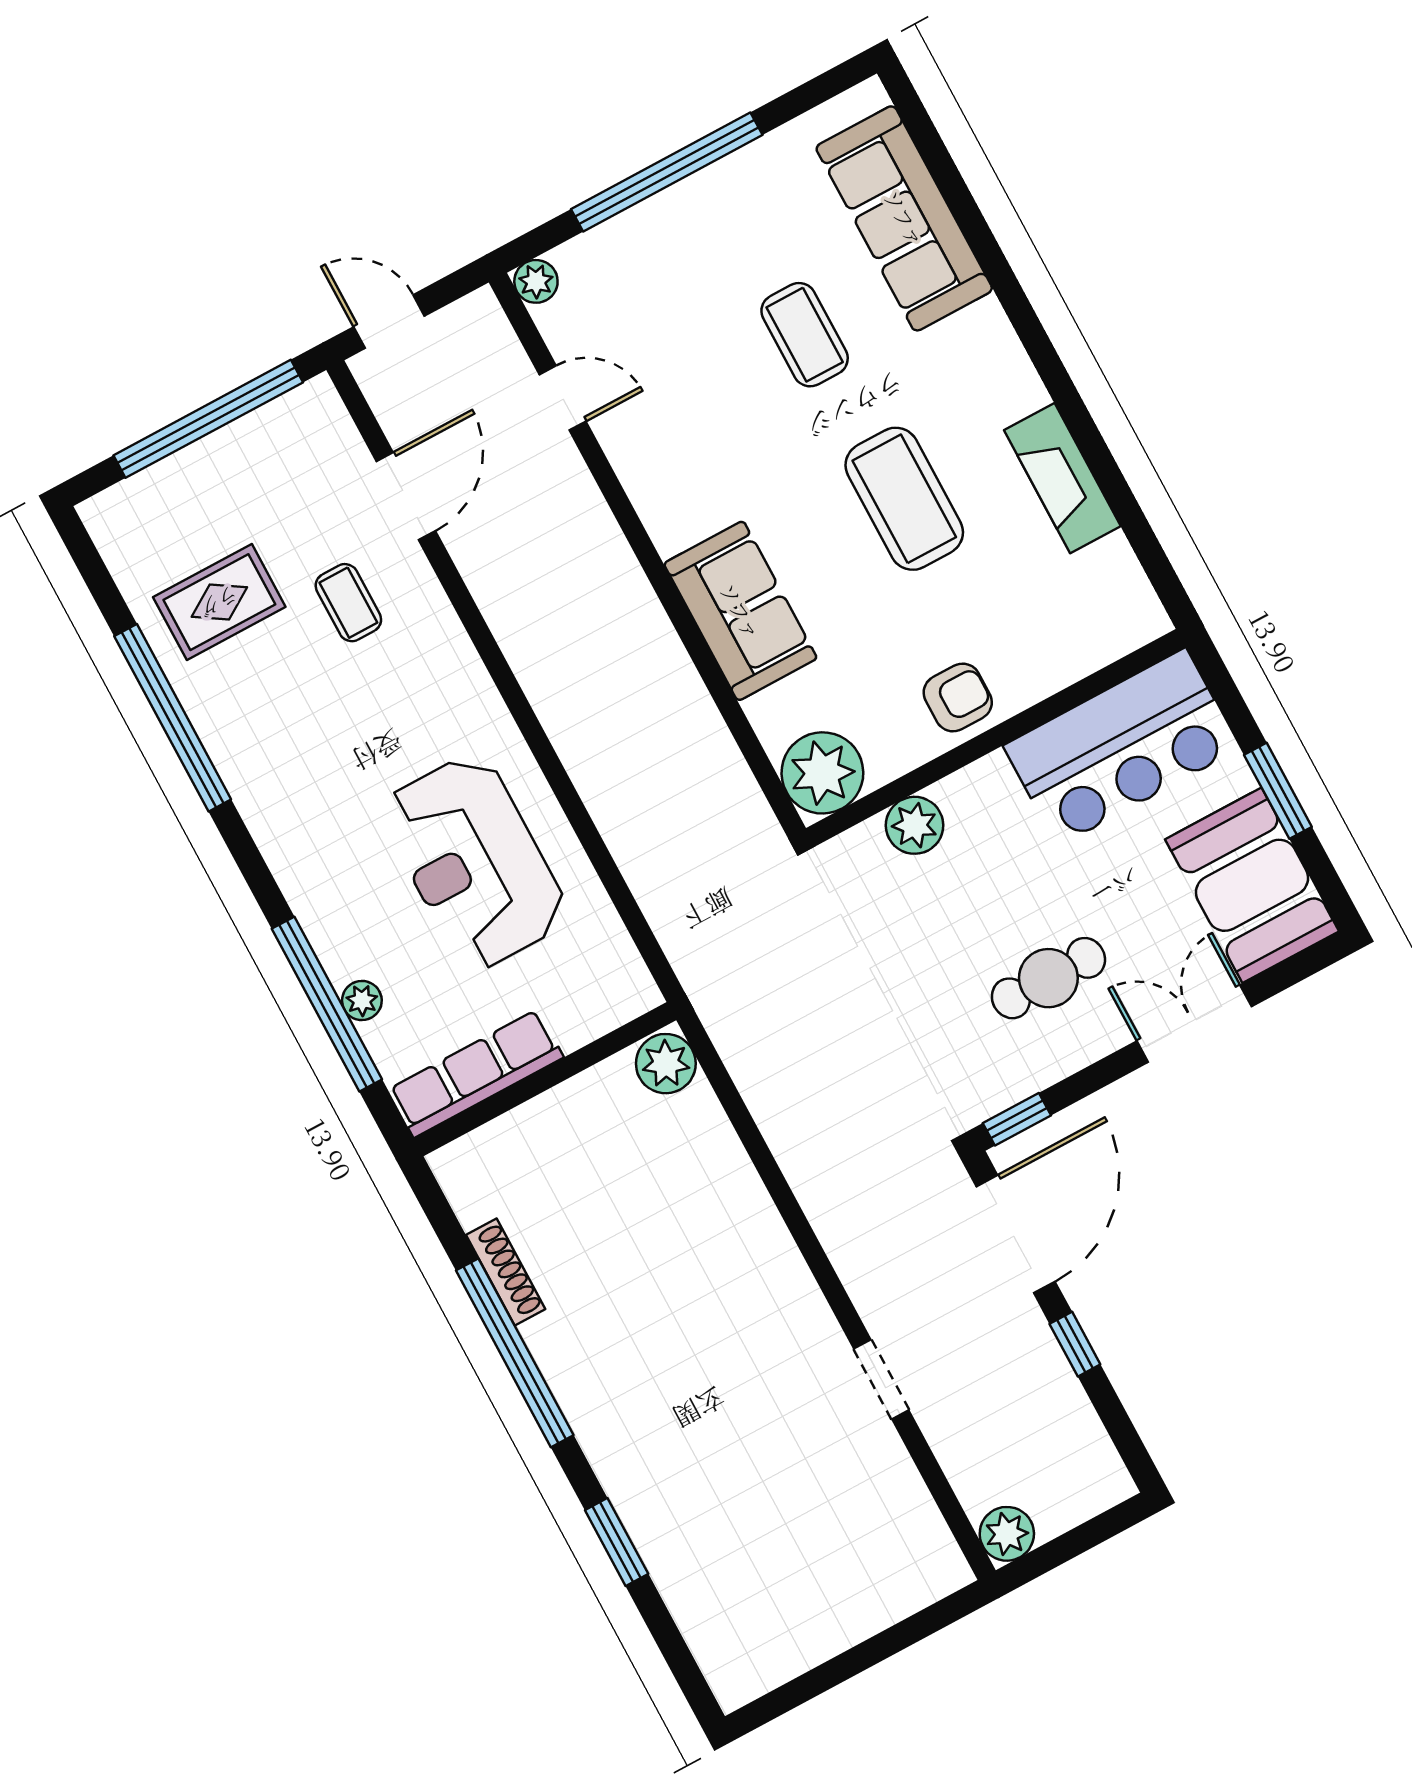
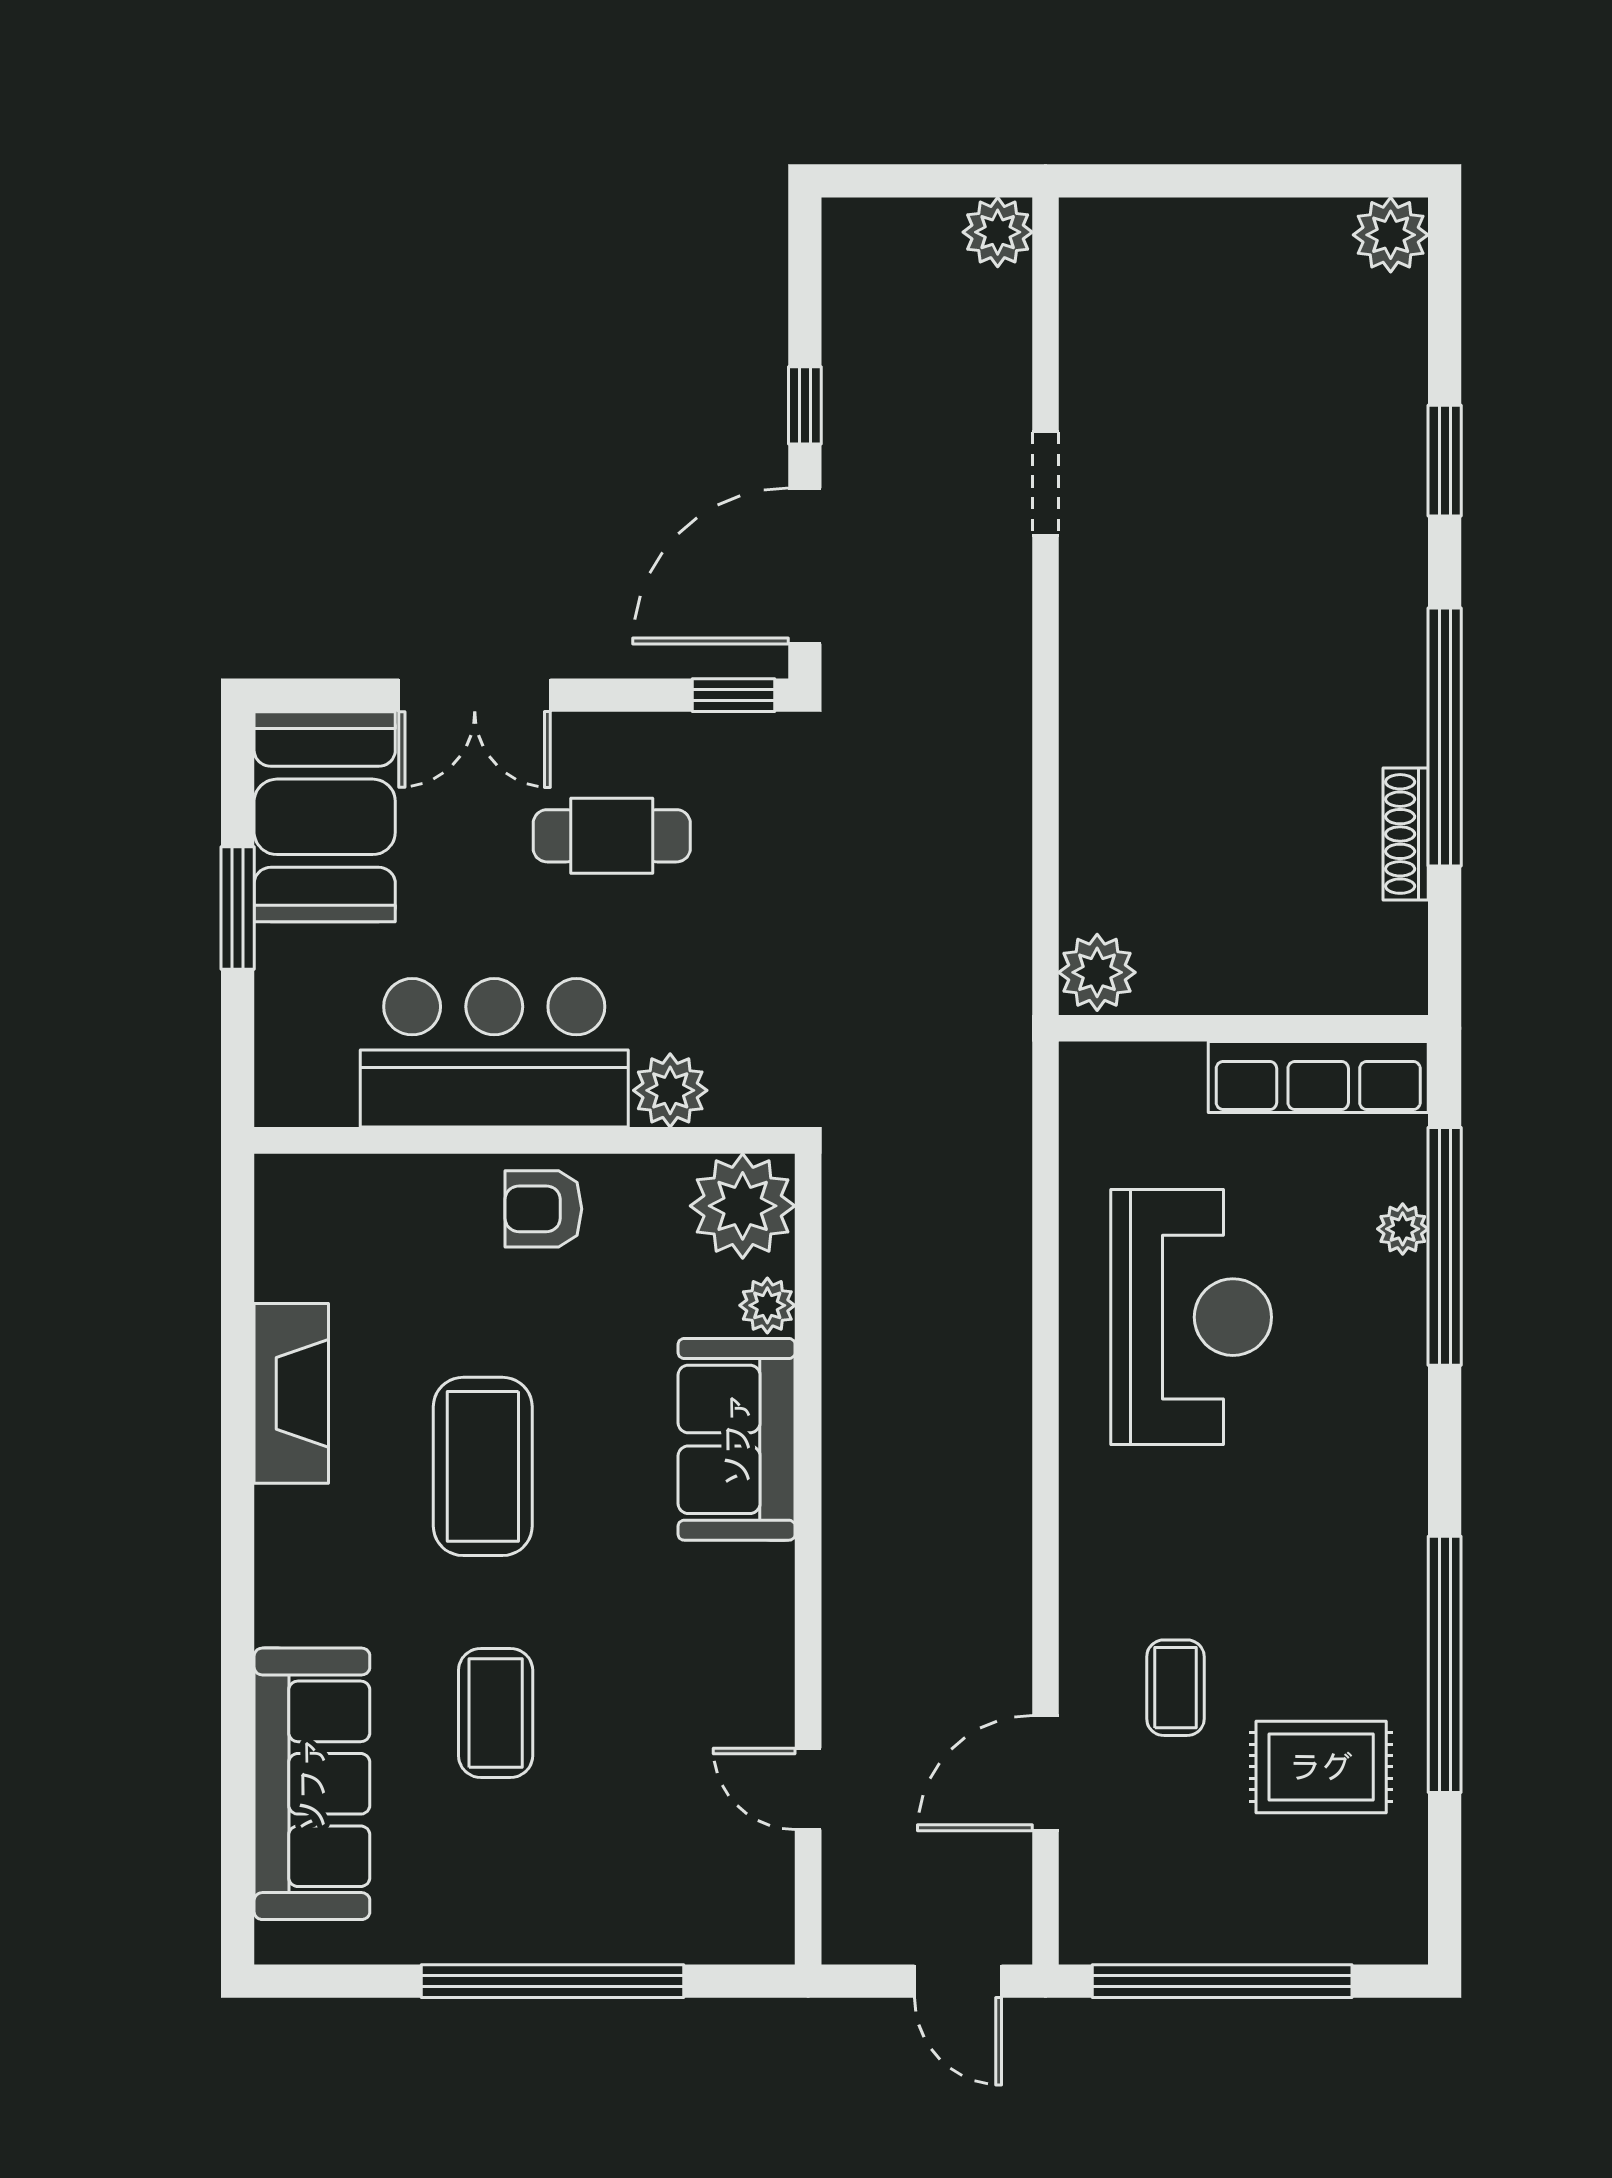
plant: (536, 281) -> (767, 1305), moved
bar counter: (1122, 747) -> (494, 1053), moved
plant: (737, 1677) -> (1391, 235), added

